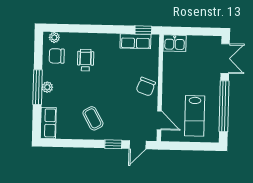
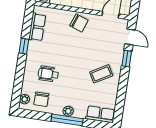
window: (143, 30) -> (24, 46), moved

